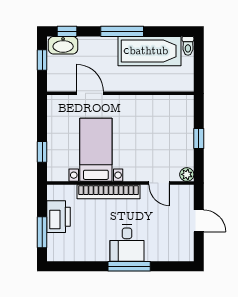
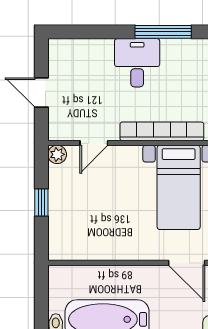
door: (159, 183) -> (94, 143), swing flipped
window: (129, 266) -> (163, 32), moved

